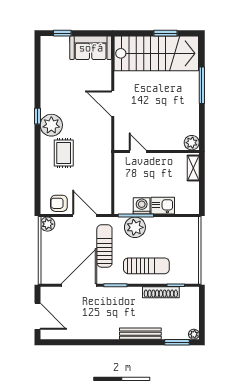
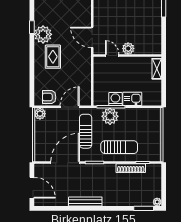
door: (113, 104) -> (92, 37), moved
plant: (192, 143) -> (128, 48), moved
door: (85, 216) -> (70, 107), hinge flipped
bench: (140, 334) -> (85, 201), moved

